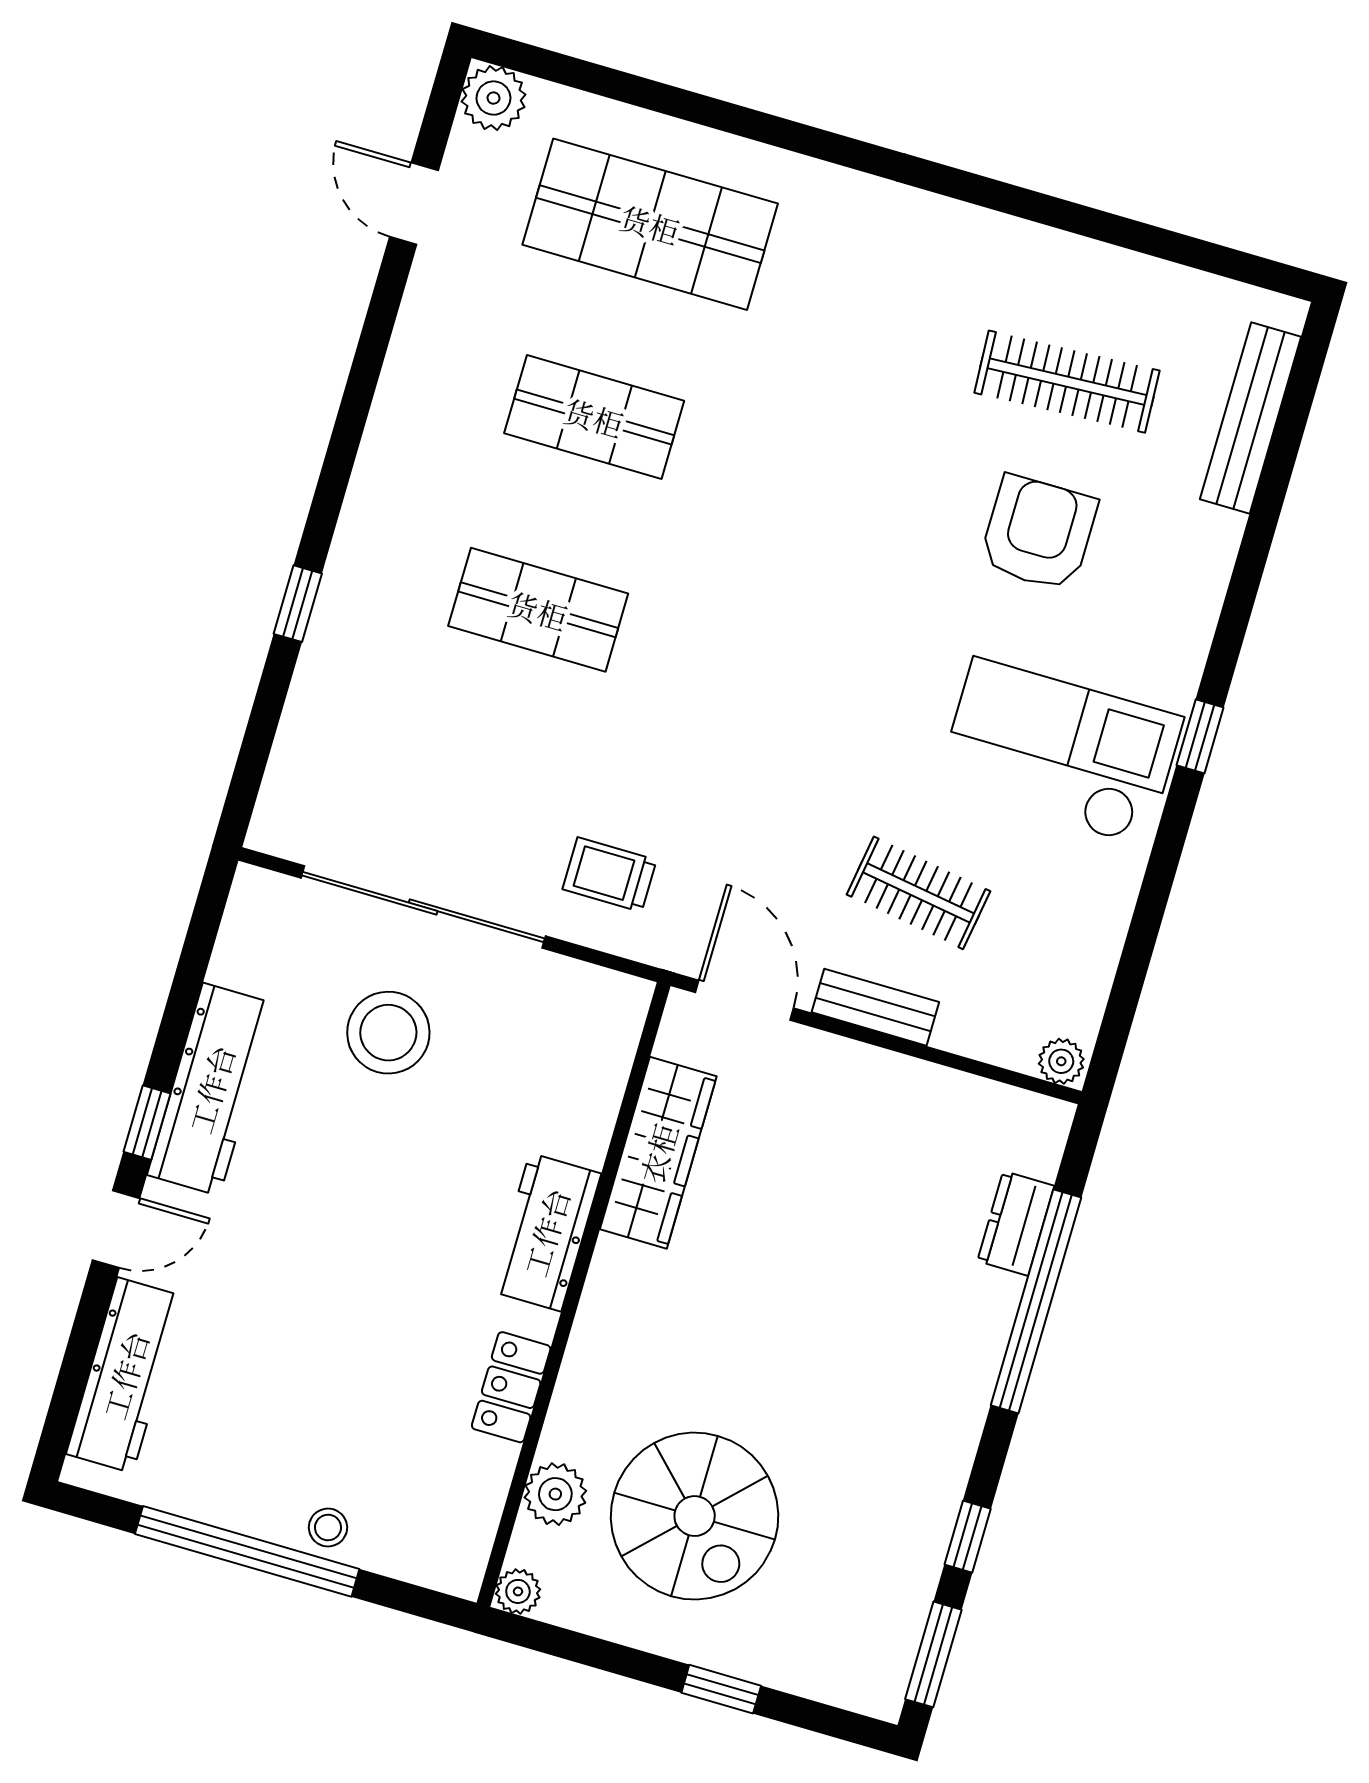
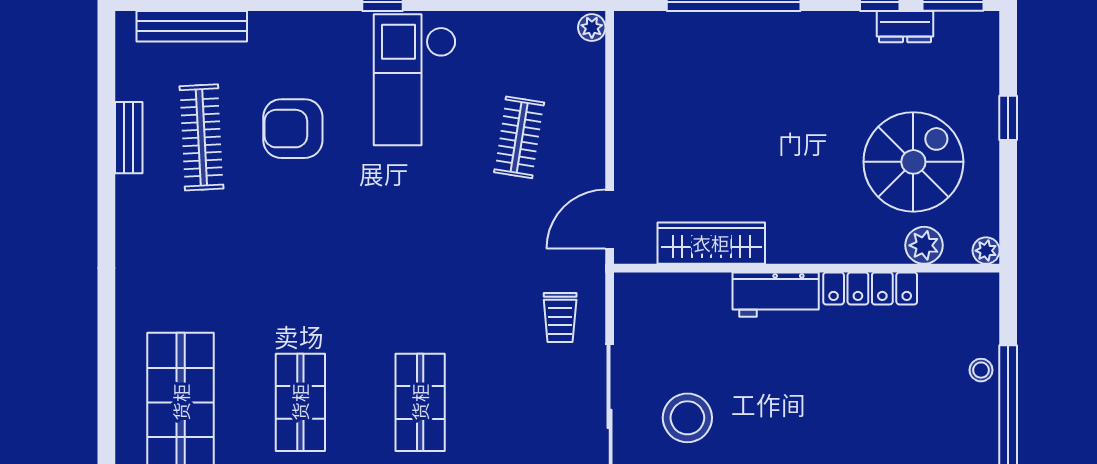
bench: (875, 1007) -> (129, 138), moved
dresser: (1016, 1223) -> (905, 27), moved
locker: (511, 1387) -> (870, 288), width x1.53

